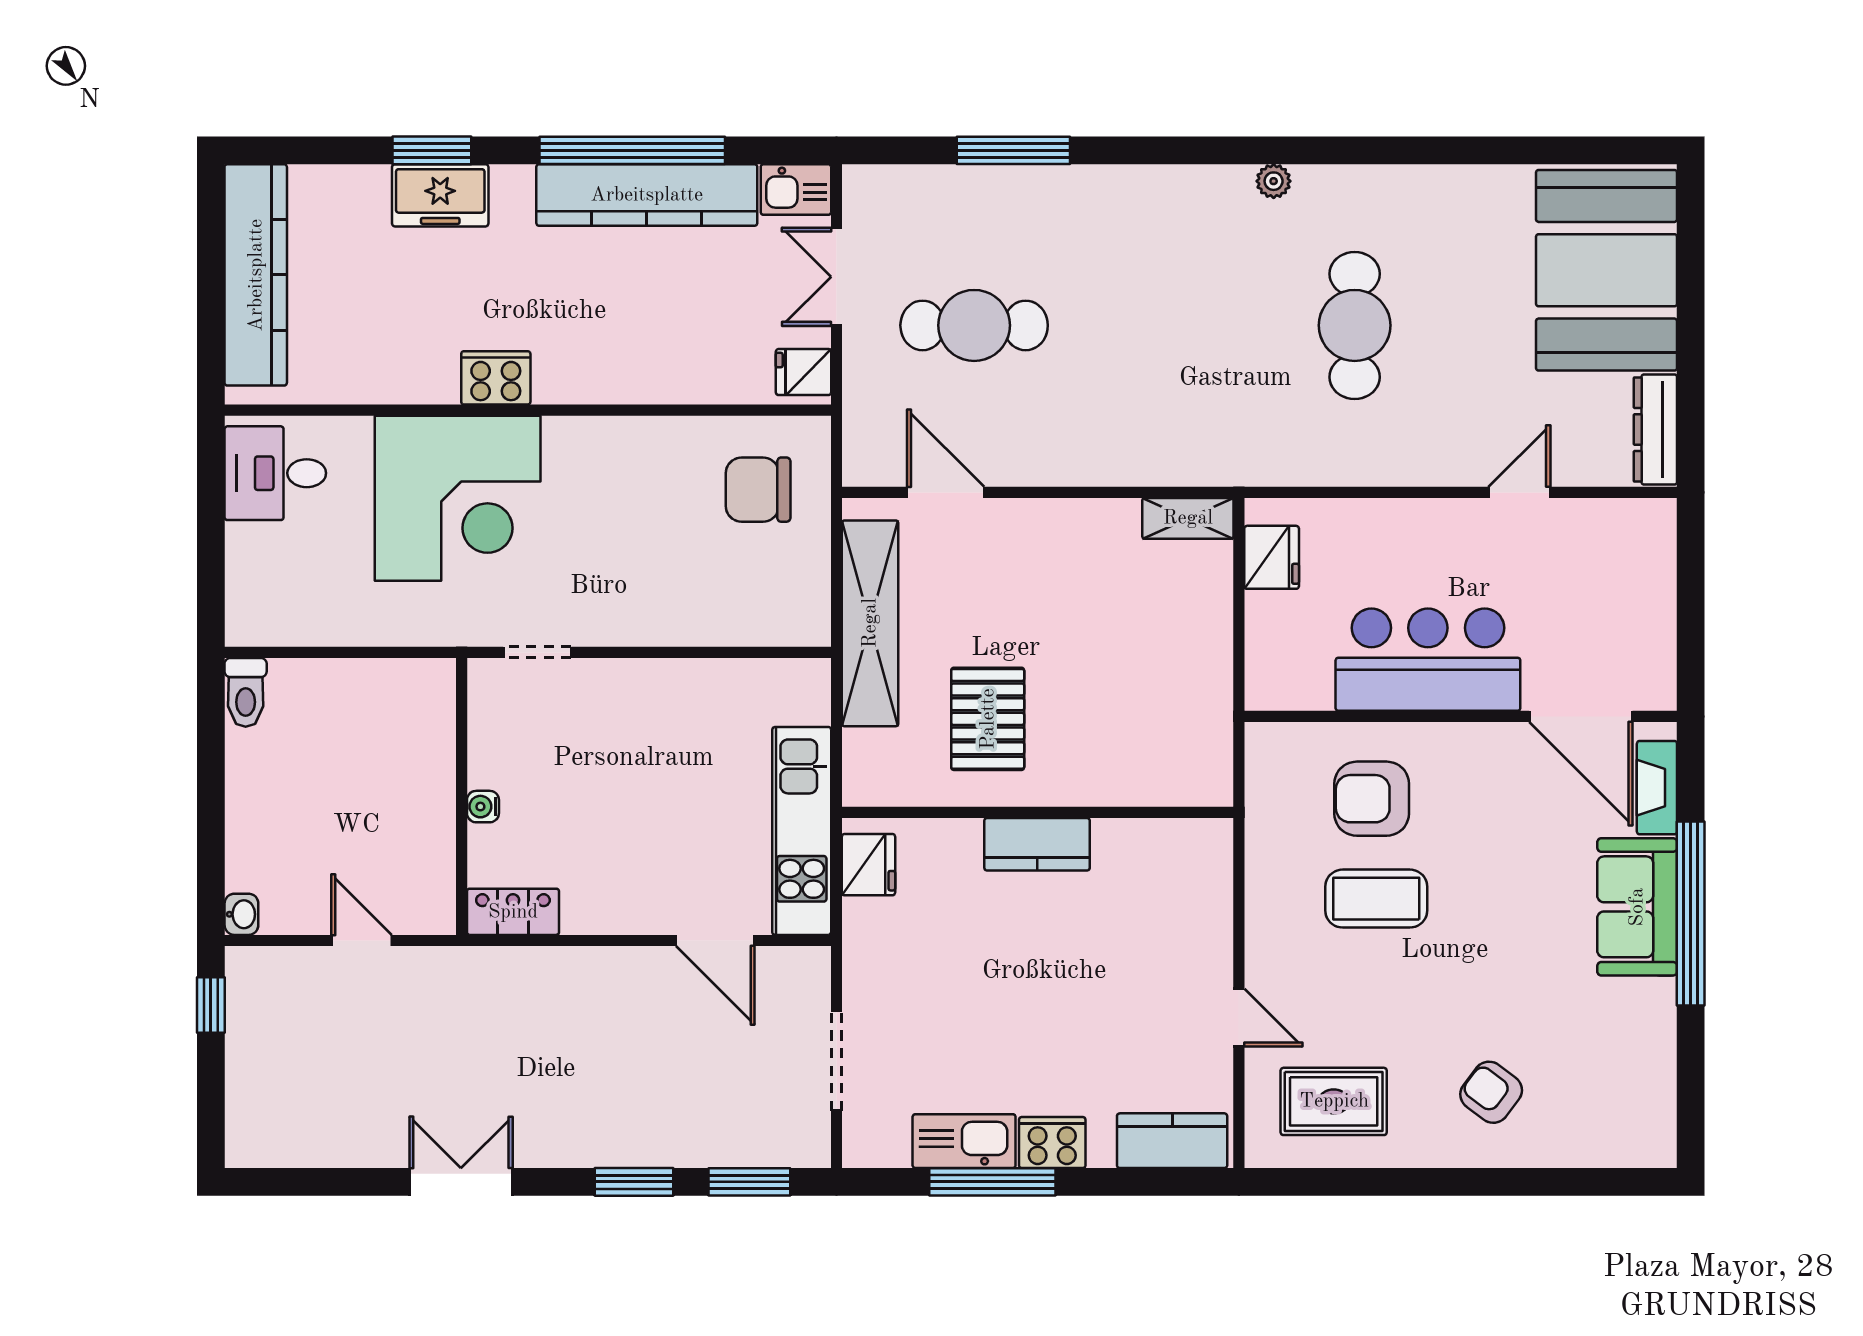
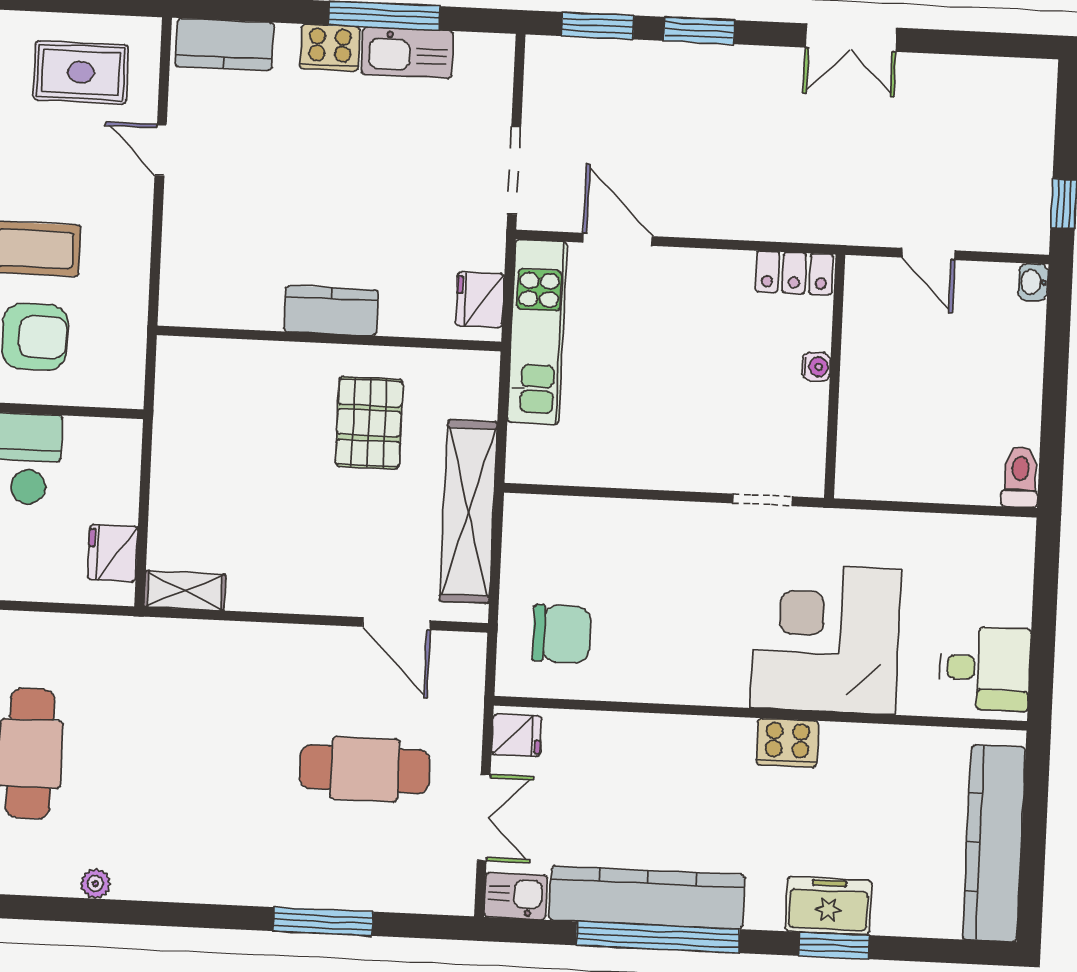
doorway: (837, 1061) -> (514, 170), moved

